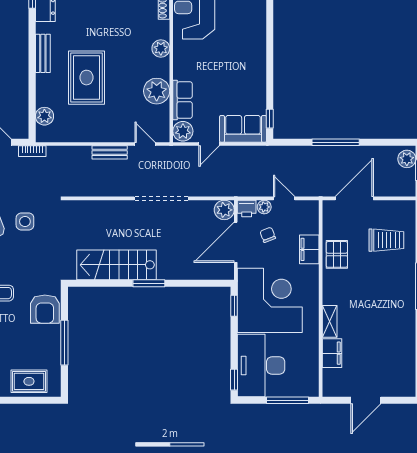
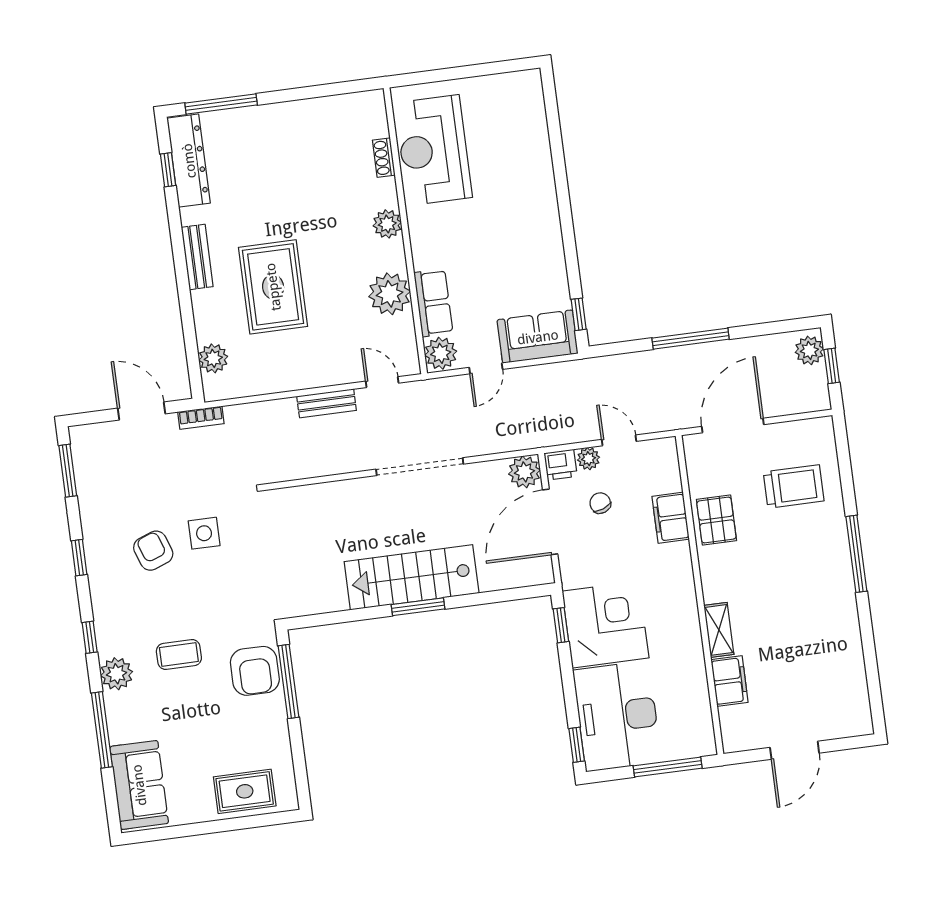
stairs: (117, 265) -> (412, 577), moved
corner desk: (270, 300) -> (605, 625), width x0.74, depth x0.74
window: (64, 343) -> (289, 682), moved

